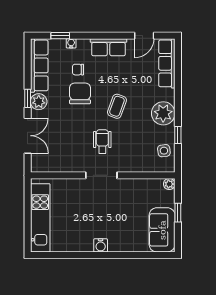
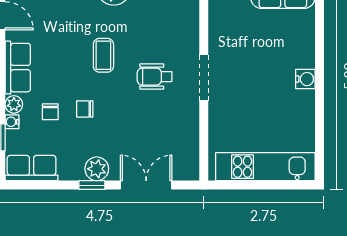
plant: (83, 45) -> (14, 104), added
row of seats: (39, 65) -> (32, 168), width x0.68
chair: (80, 93) -> (85, 109), width x0.54, depth x0.54
coffee table: (117, 106) -> (103, 55), turned 70

